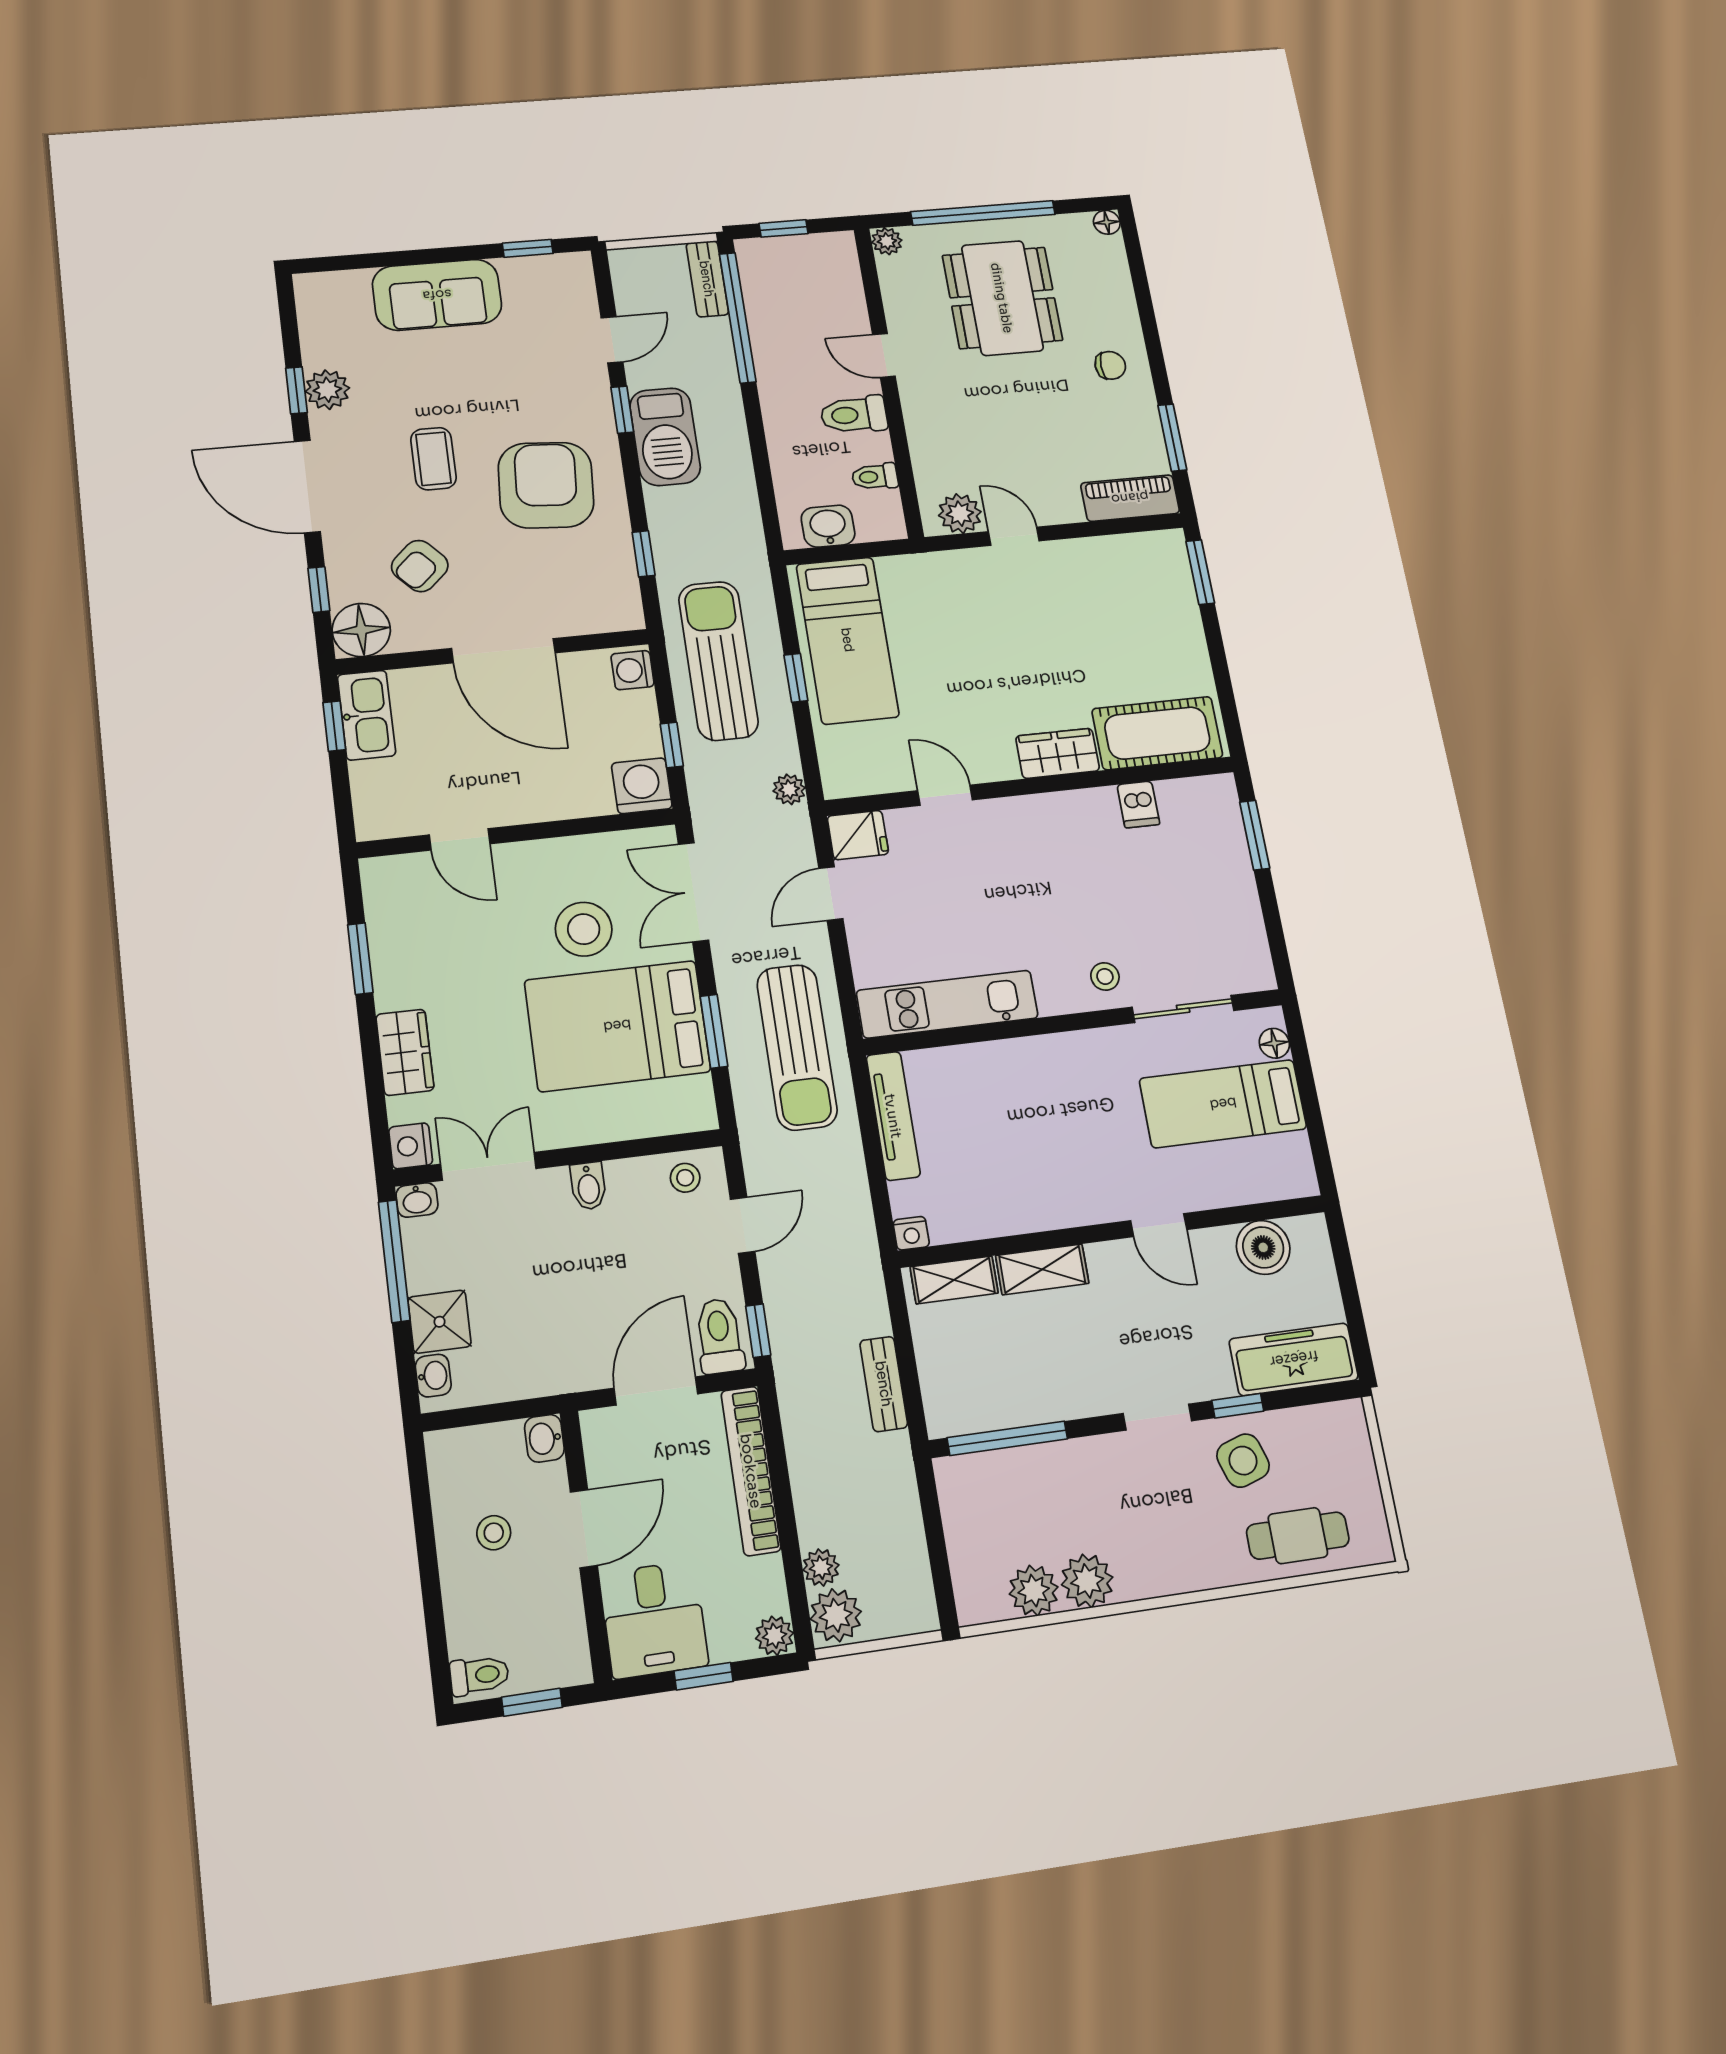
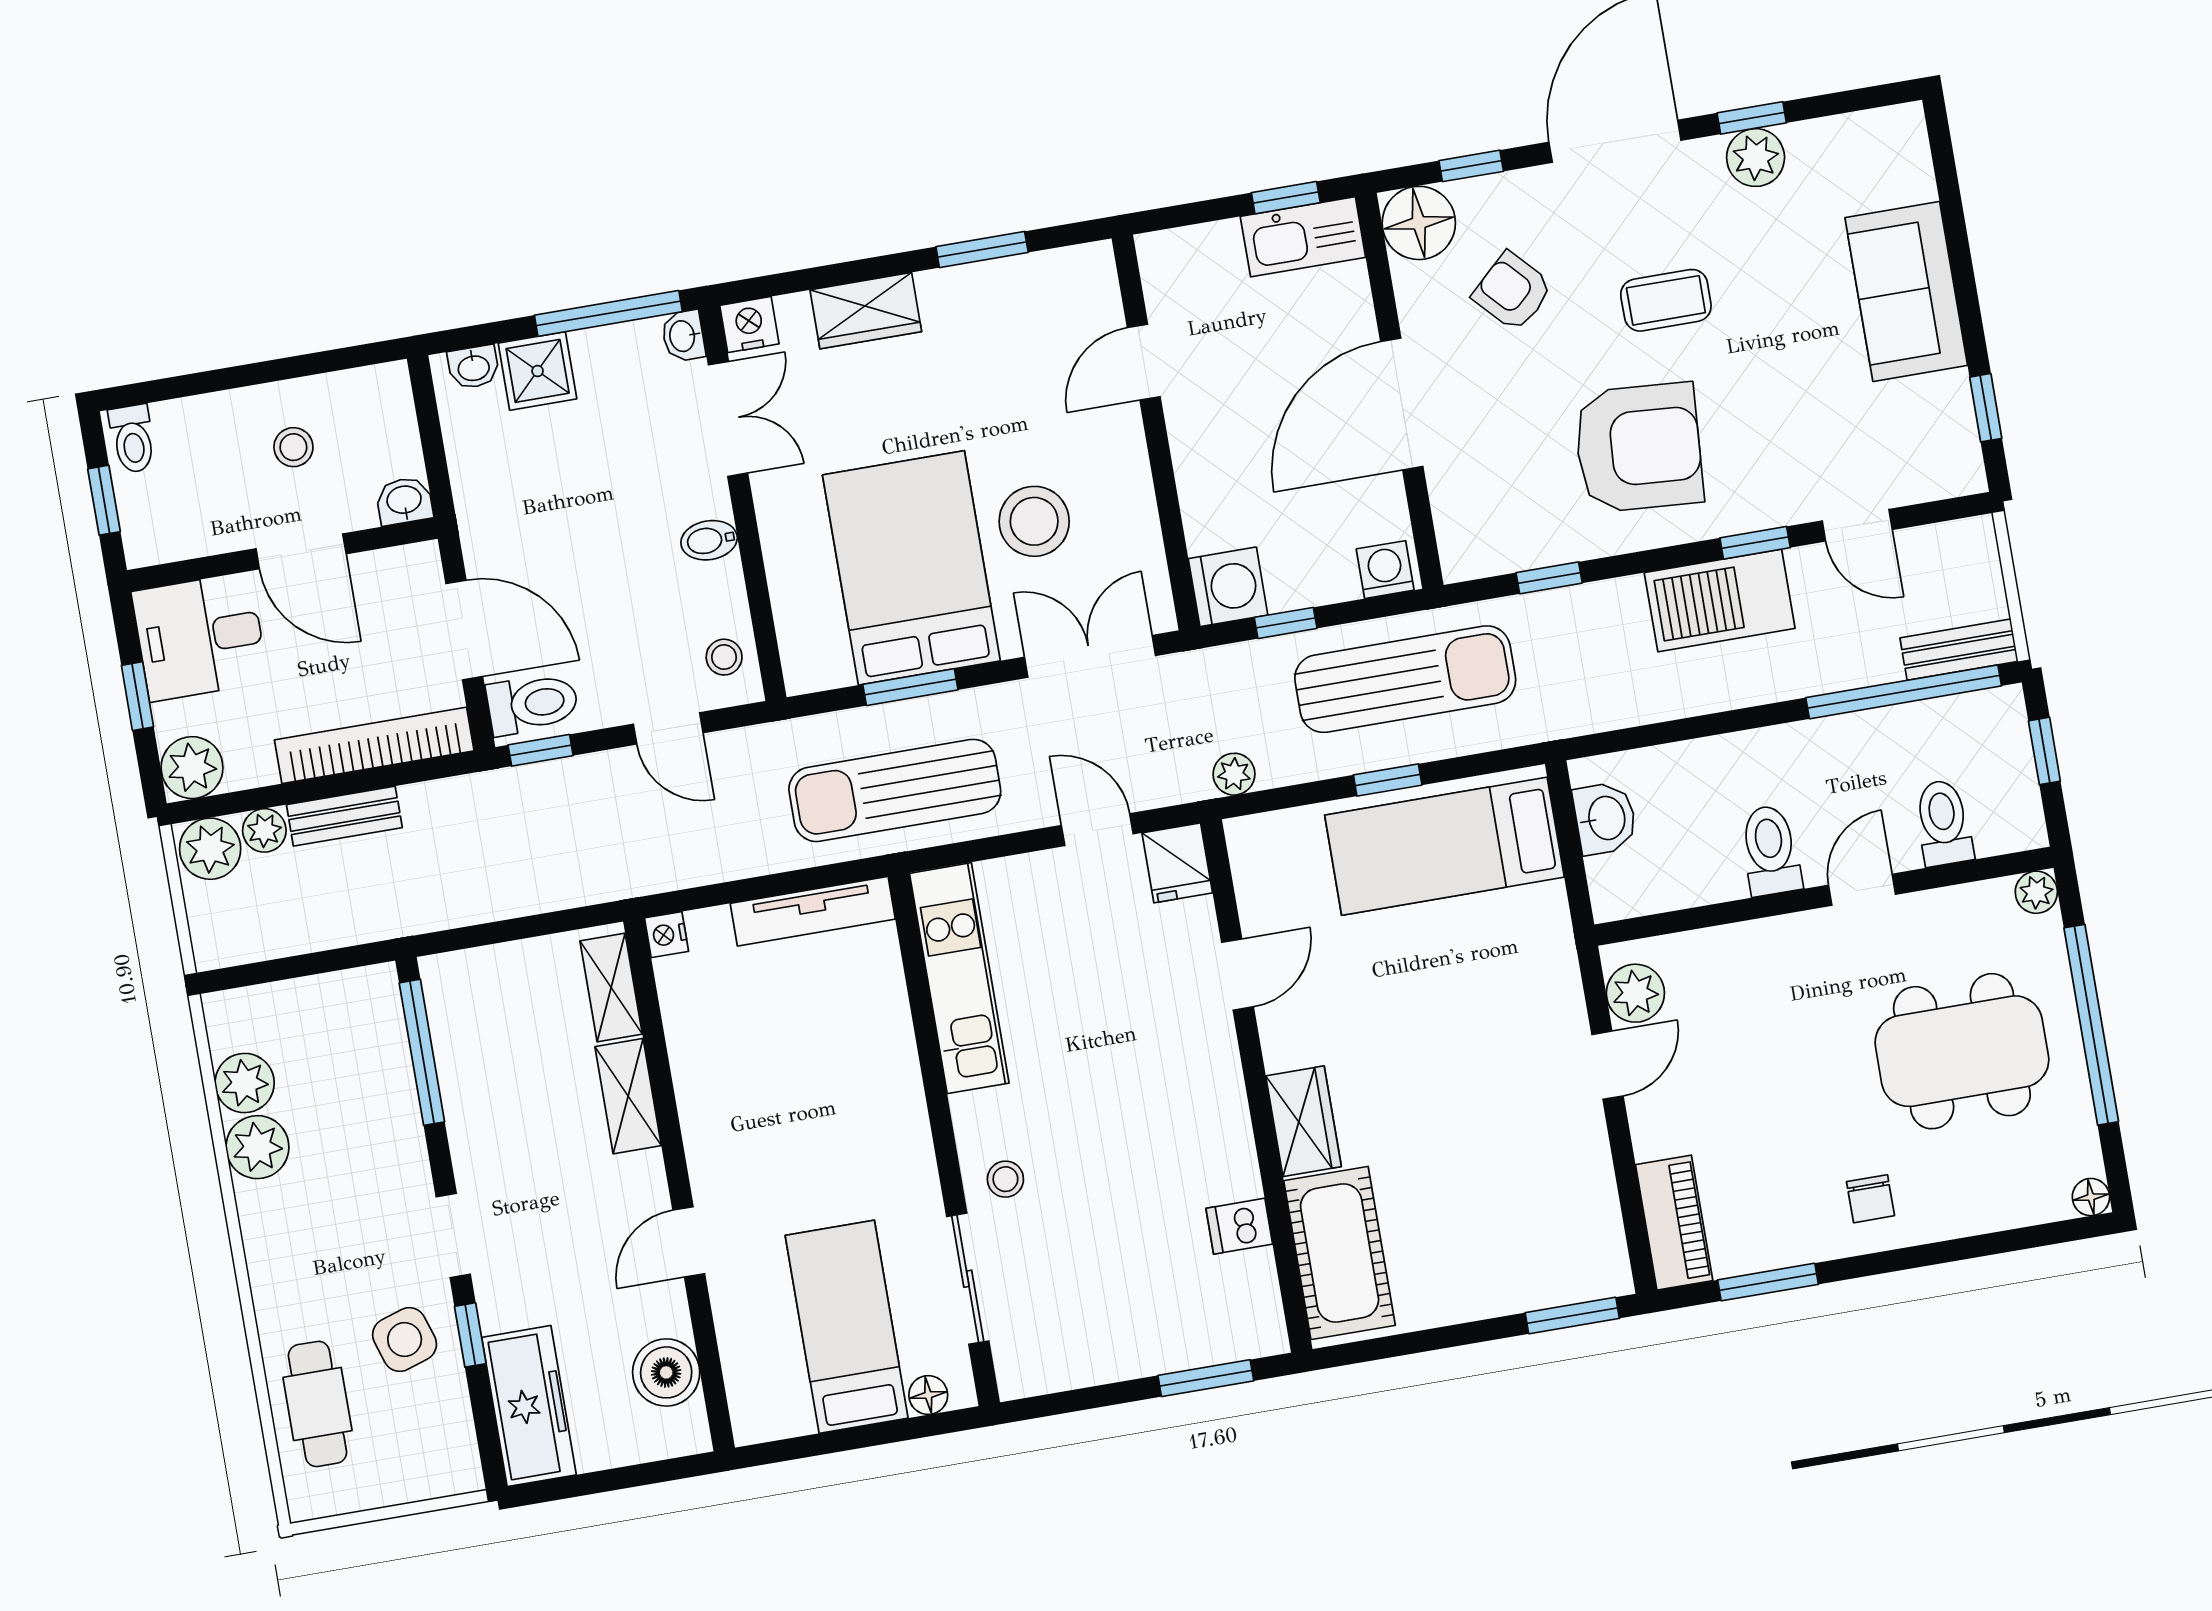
toilet: (875, 477) -> (1943, 823), moved, width x1.37, depth x1.39
bench: (884, 1384) -> (344, 816), moved
plant: (774, 1636) -> (192, 768), width x1.38, depth x1.38

